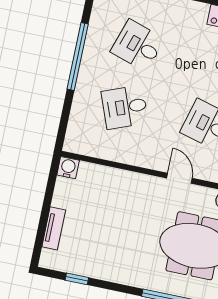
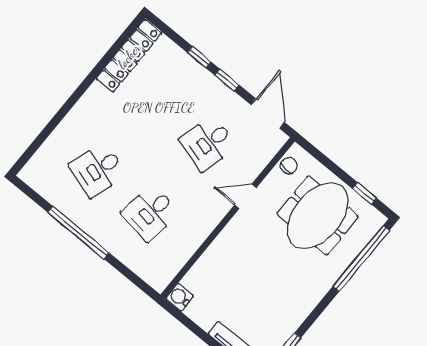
desk: (125, 107) -> (150, 213), turned 30

